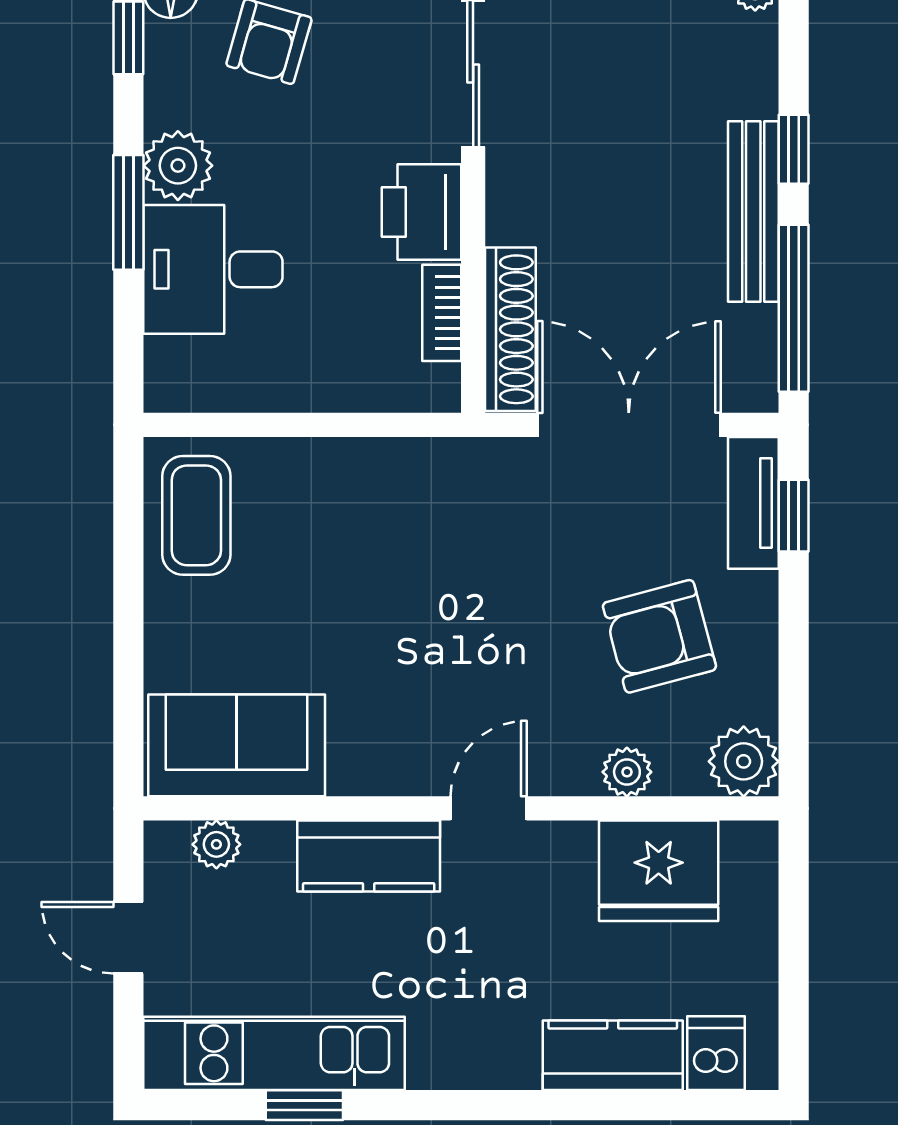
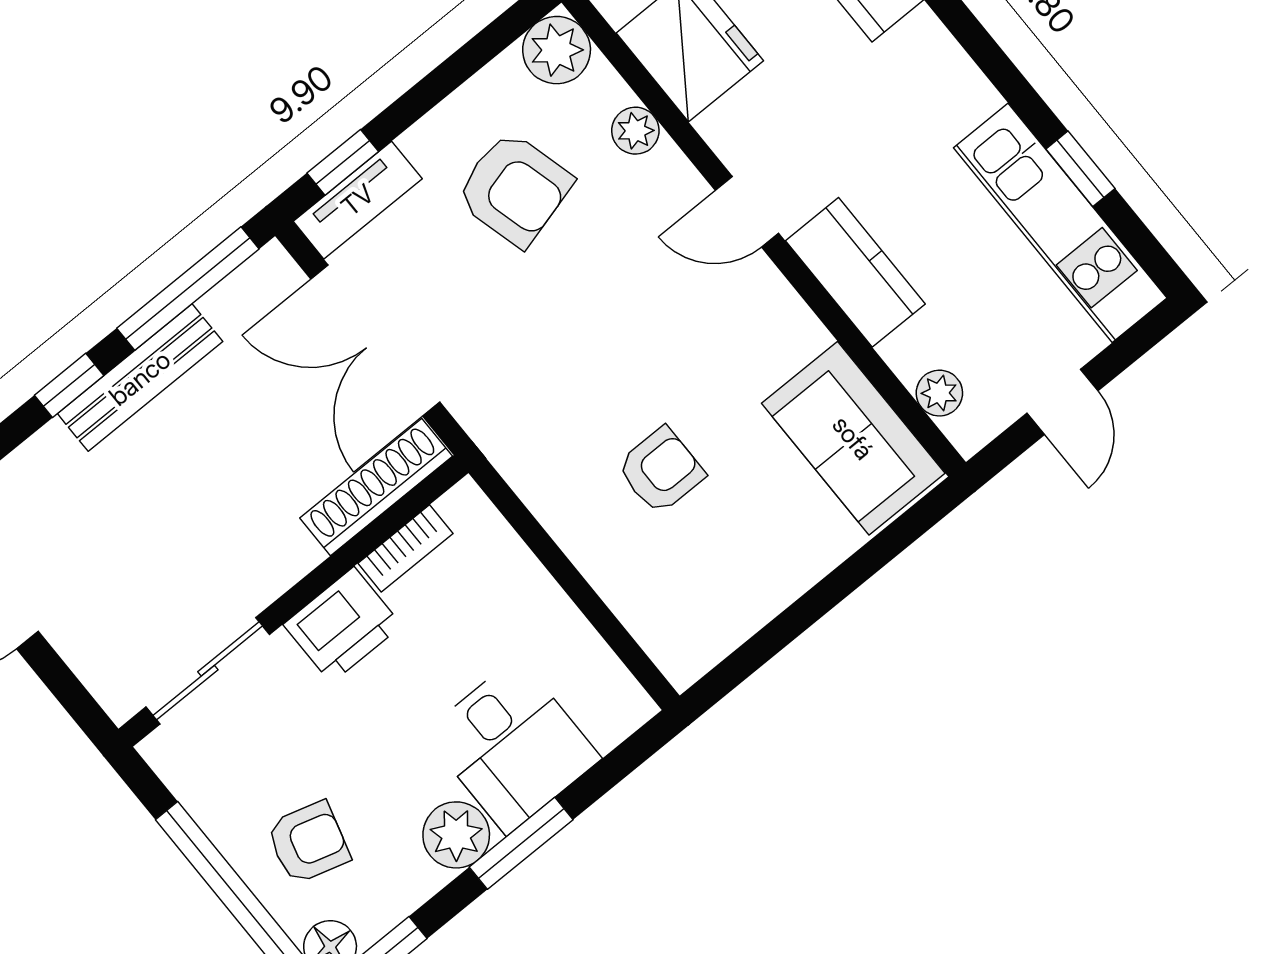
coffee table: (196, 515) -> (706, 608), removed
armchair: (337, 569) -> (661, 470), added

